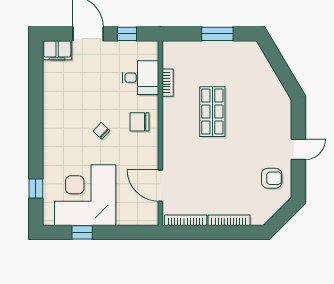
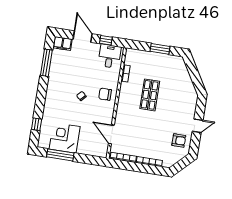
desk: (140, 78) -> (110, 56), moved, turned -90
window: (36, 86) -> (46, 63), added
corner desk: (85, 195) -> (65, 138), width x0.74, depth x0.74
window: (82, 232) -> (60, 155), width x2.17

